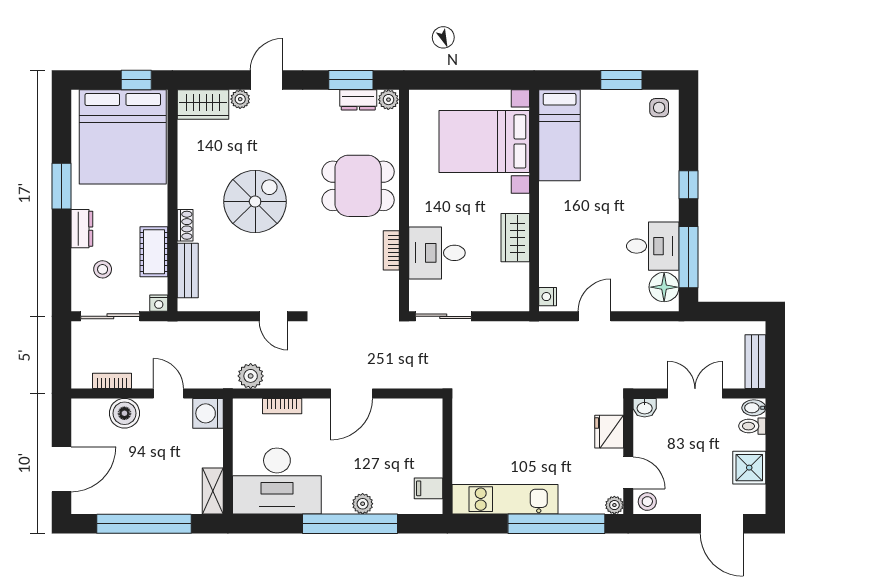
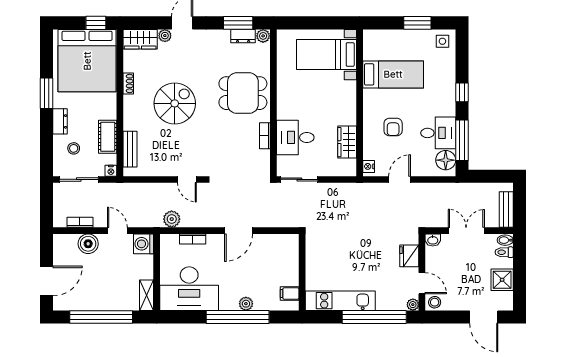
bed: (560, 135) -> (393, 74), moved, turned -90
bed with nightstands: (484, 141) -> (327, 55), width x0.73
shoe rack: (185, 225) -> (128, 83), moved
armchair: (585, 237) -> (393, 127), added
wardrobe: (515, 238) -> (347, 142), moved

